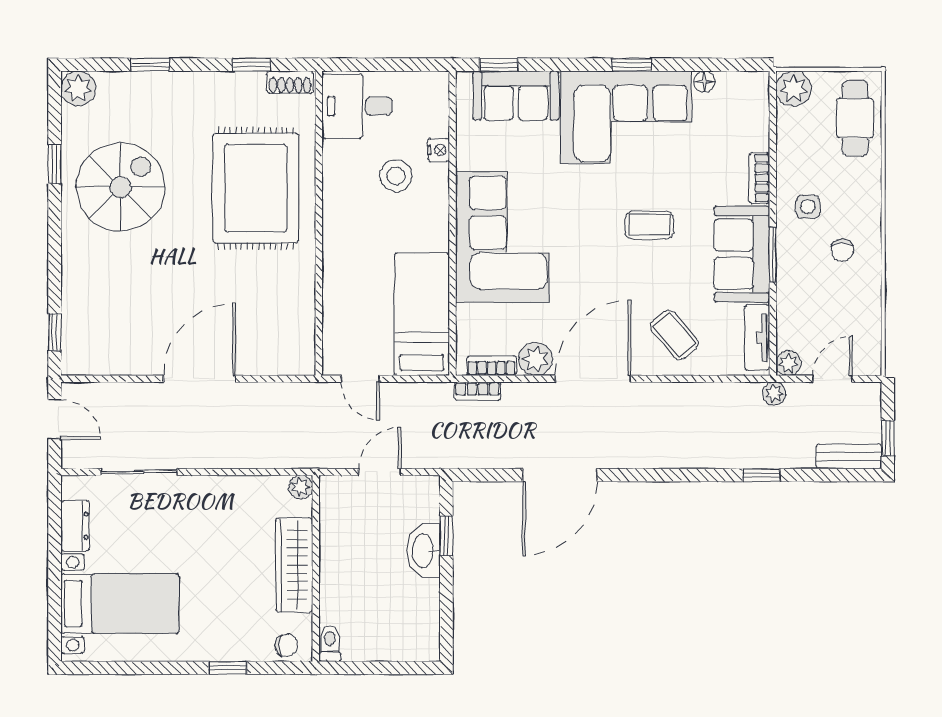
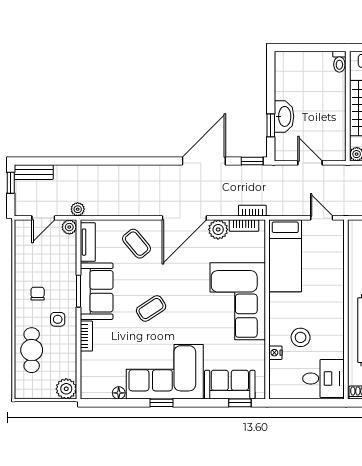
cafe table: (855, 118) -> (32, 350), moved
coffee table: (650, 225) -> (151, 308), turned -33
door: (380, 472) -> (310, 163), swing flipped
window: (761, 475) -> (252, 161), moved

